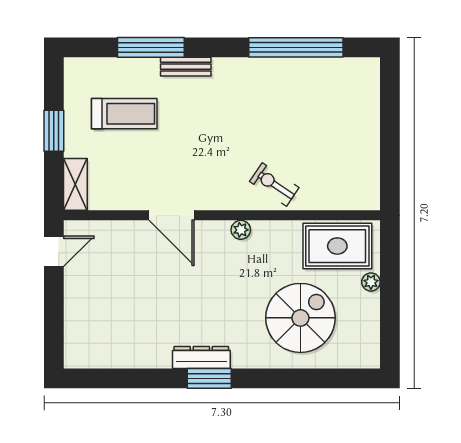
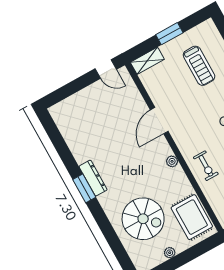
exercise bike: (274, 184) -> (206, 166), turned 146
plant: (371, 282) -> (170, 253), moved

